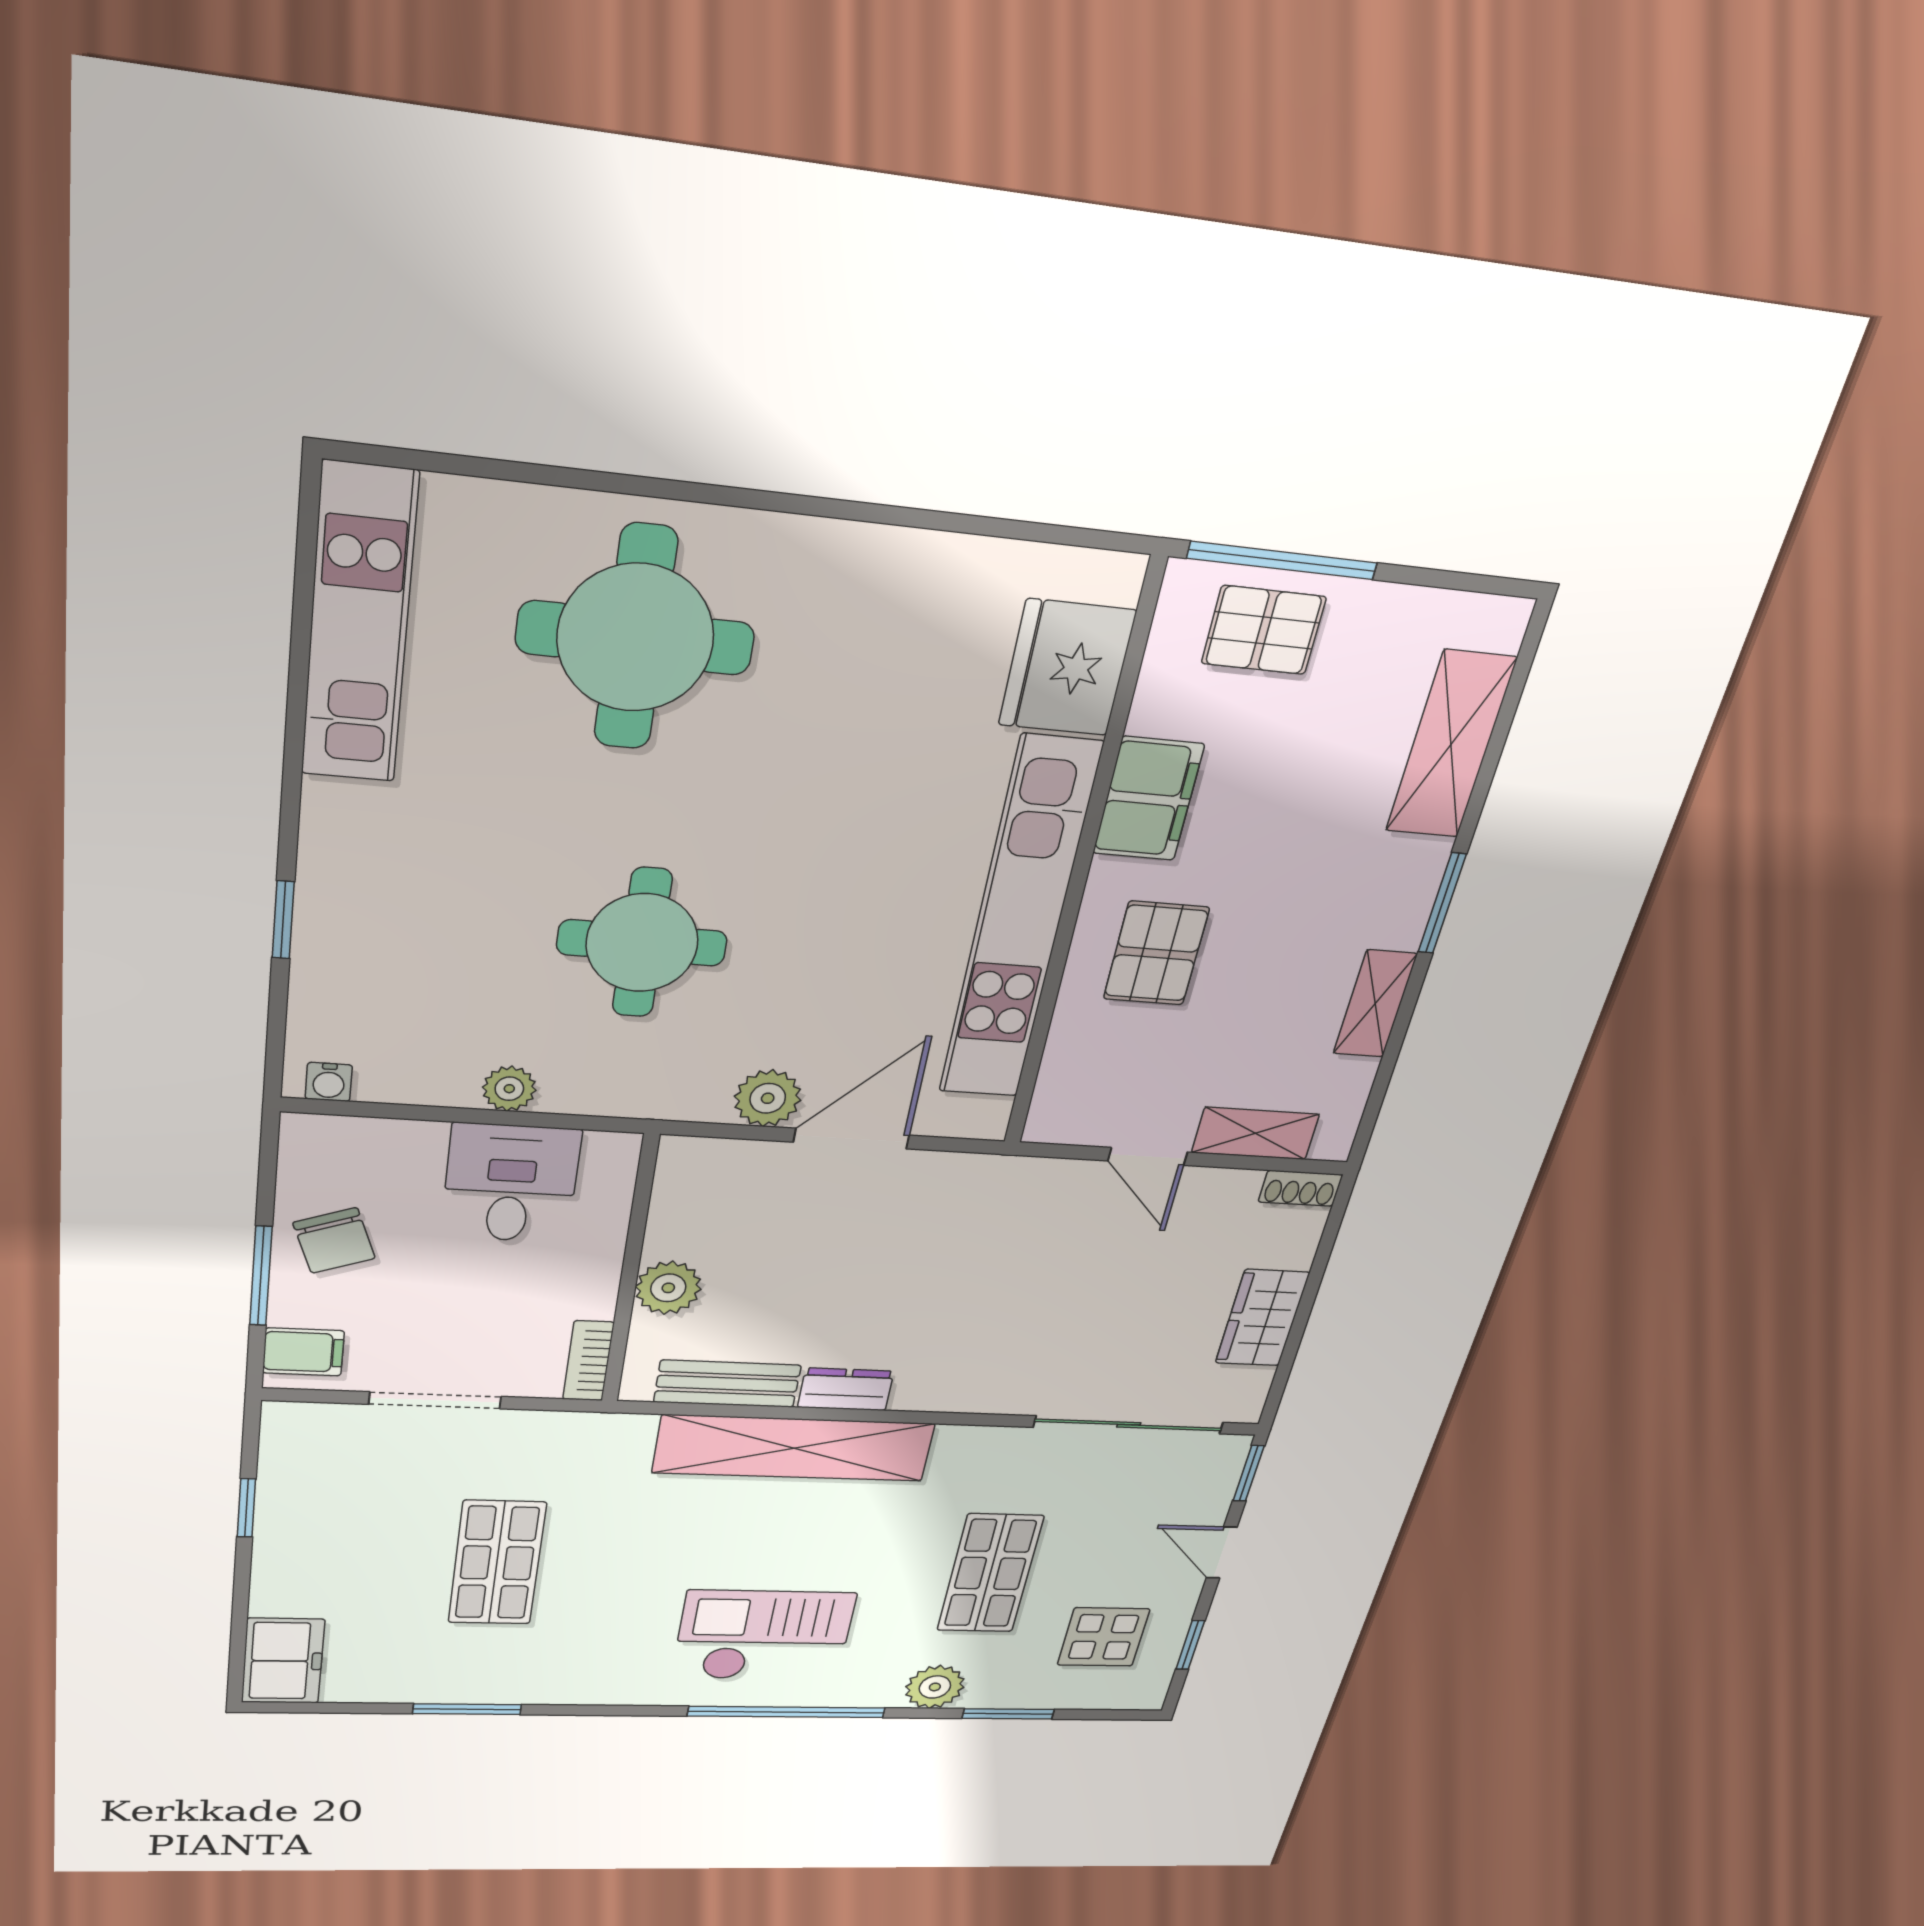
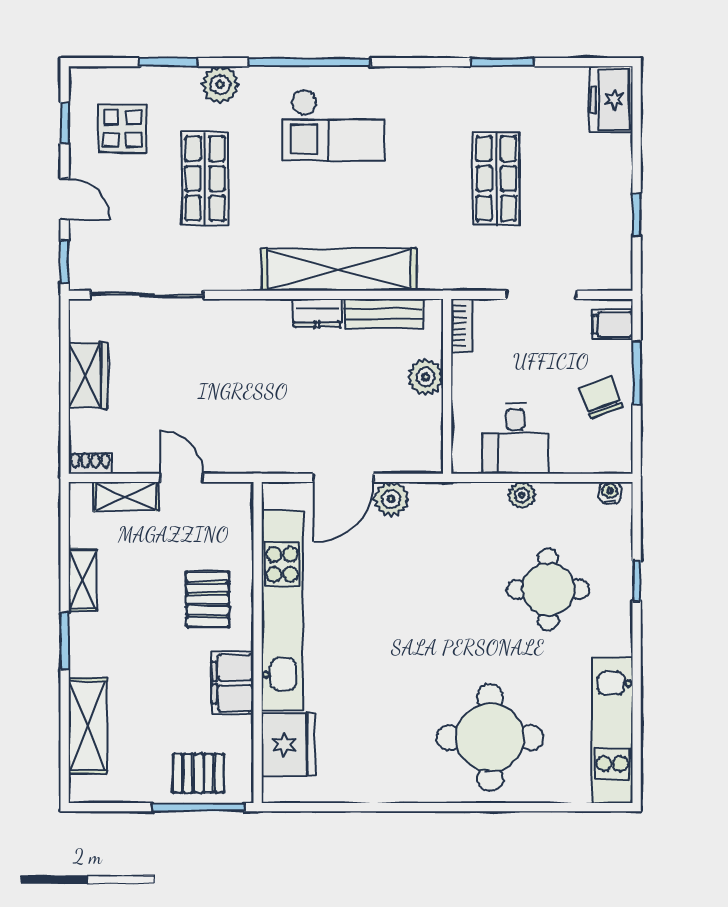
round table: (642, 943) -> (548, 589), moved

